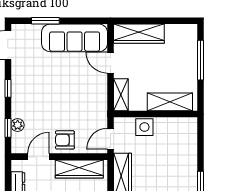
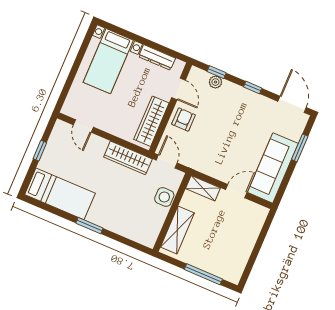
wardrobe: (139, 34) -> (252, 228), removed

